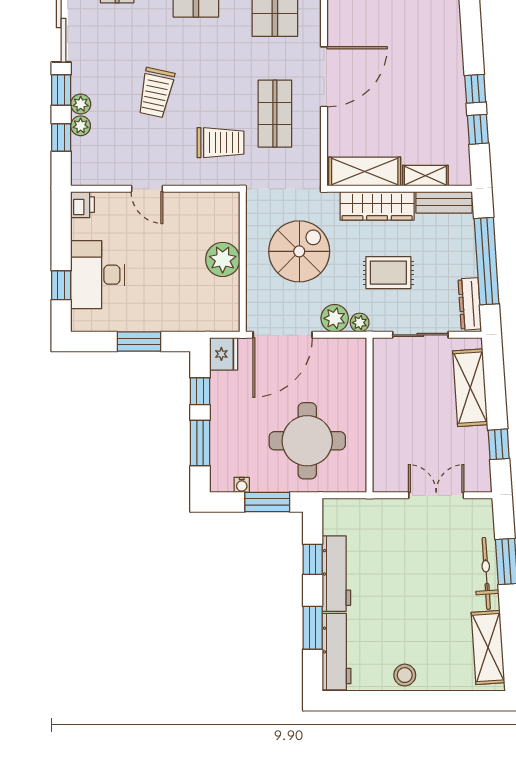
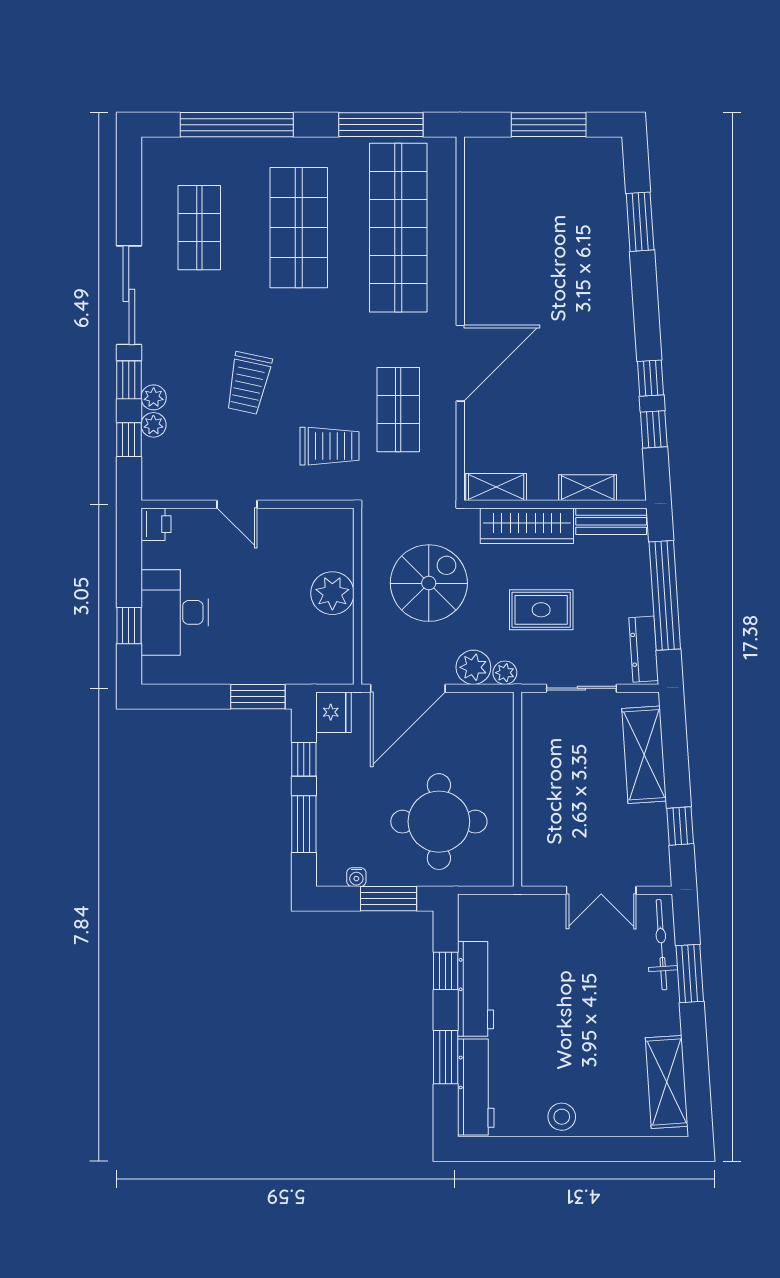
shelving: (365, 171) -> (496, 487), width x0.67, depth x0.75
window: (139, 342) -> (258, 697), moved
double door: (436, 495) -> (601, 890), swing flipped
bicycle: (486, 573) -> (661, 945), moved

